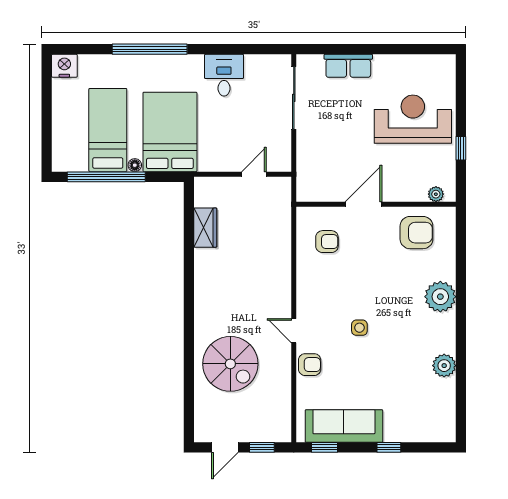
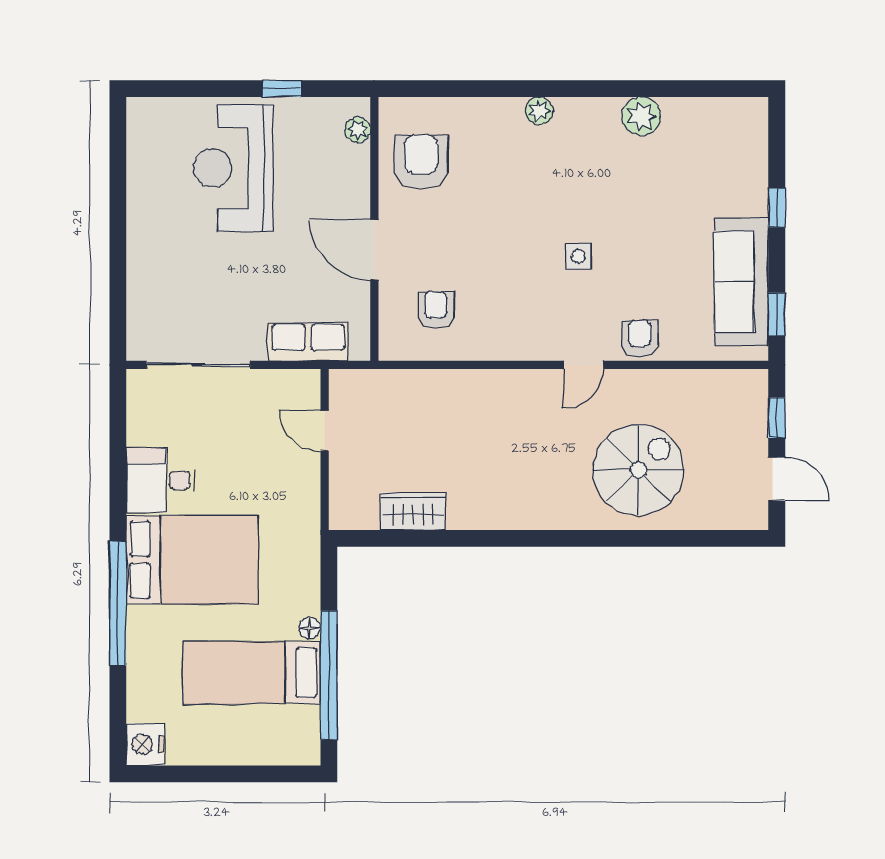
row of seats: (348, 66) -> (308, 342), moved, turned -90
bed: (170, 132) -> (192, 560), moved, turned 180
plant: (440, 297) -> (539, 111), width x0.53, depth x0.53

